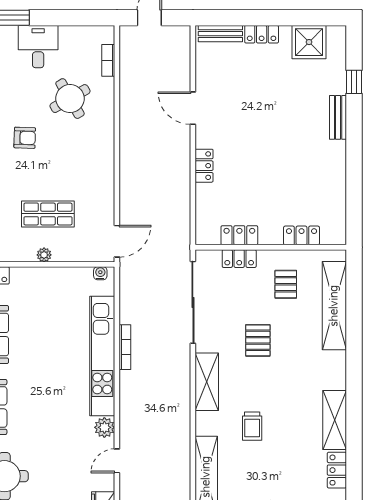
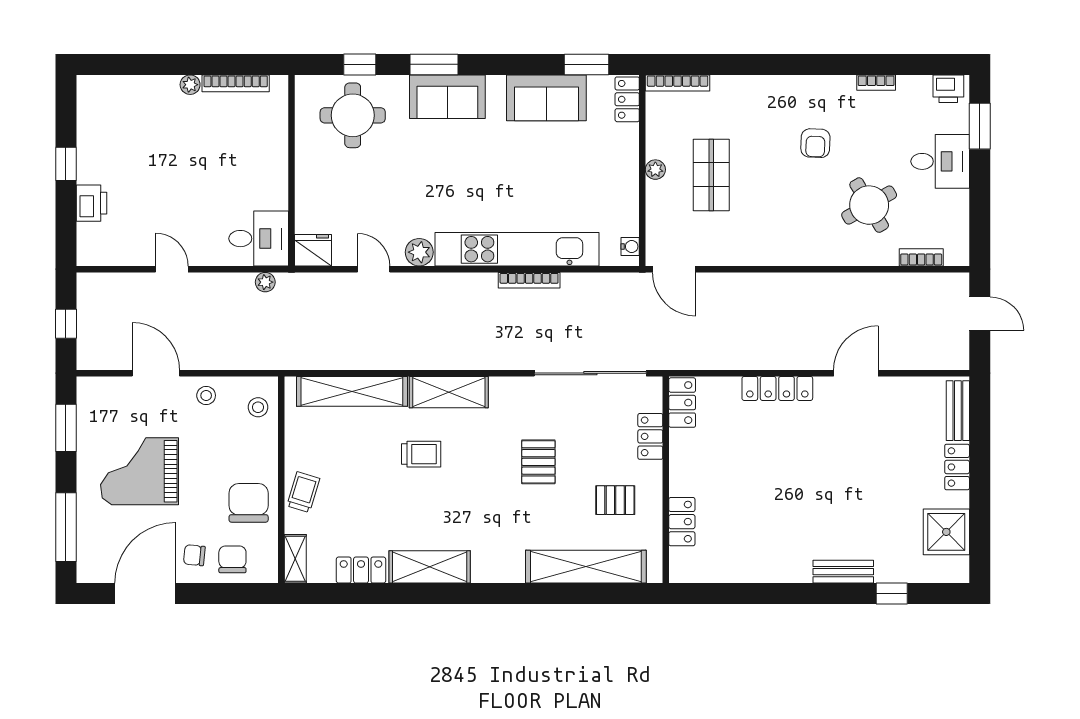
locker: (204, 166) -> (777, 388), width x1.53
locker: (239, 235) -> (682, 403), moved
pallet: (258, 340) -> (538, 462), turned 90
shelving: (207, 382) -> (449, 392), moved
trolley: (252, 426) -> (421, 454), turned 180

